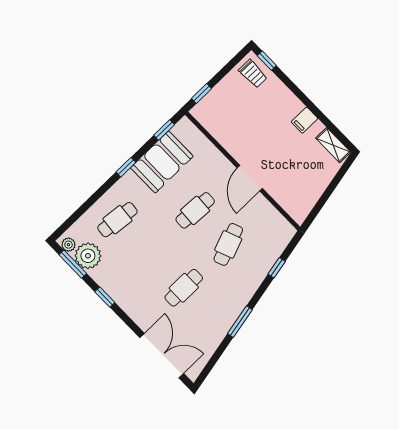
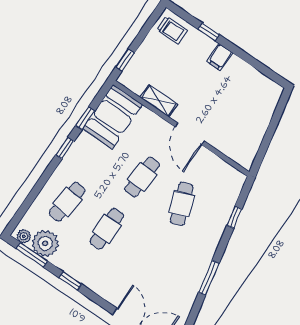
window: (267, 61) -> (209, 32), moved
filing cabinet: (305, 120) -> (220, 57), moved
window: (164, 130) -> (85, 118), moved
shelving: (333, 145) -> (159, 101), moved
booth: (162, 162) -> (113, 117), moved
cafe table: (184, 288) -> (107, 229), moved

